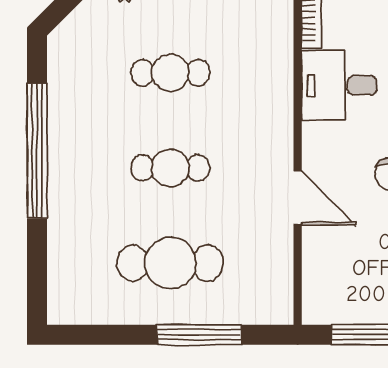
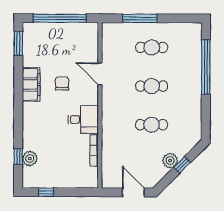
window: (37, 151) -> (206, 67), moved
cafe table: (170, 263) -> (152, 47), width x0.73, depth x0.74

